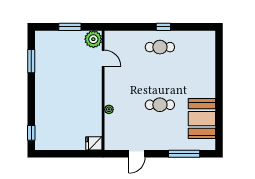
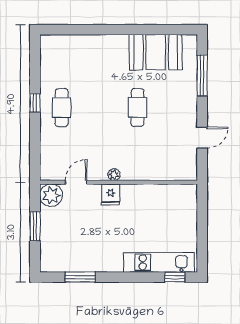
plant: (109, 109) -> (114, 175), moved
kitchen unit: (42, 121) -> (159, 262), added
fridge: (94, 143) -> (111, 195), moved
door: (137, 154) -> (202, 138), hinge flipped

